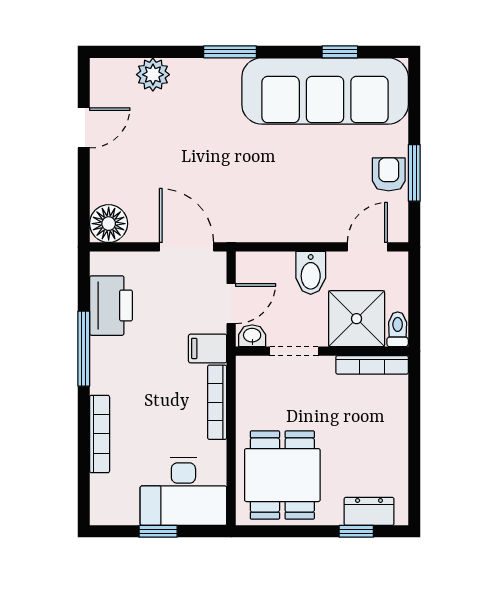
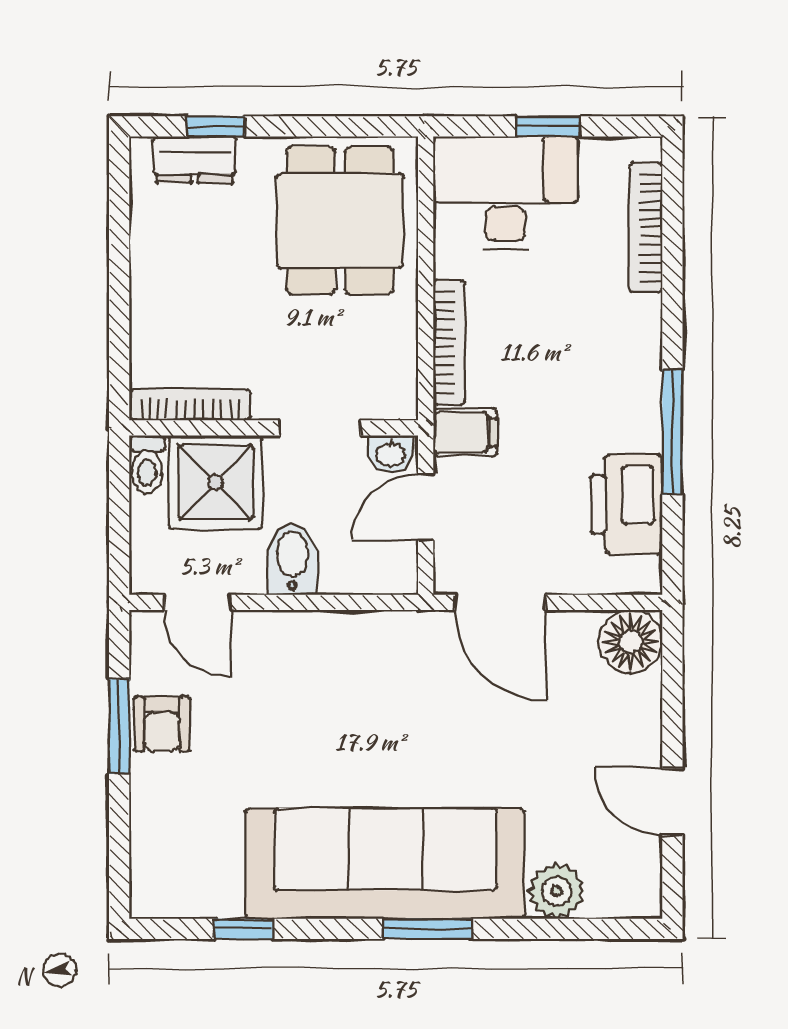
sofa: (325, 91) -> (385, 864), moved
door: (84, 128) -> (672, 802), hinge flipped
door: (367, 247) -> (198, 602), hinge flipped
bookcase: (100, 434) -> (646, 227), moved

